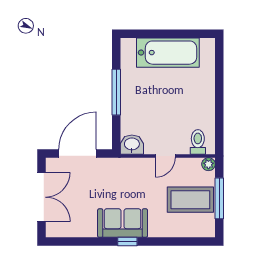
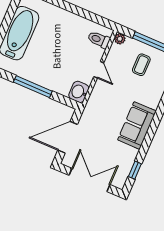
door: (78, 153) -> (68, 137), hinge flipped
coffee table: (190, 200) -> (141, 65), width x0.54, depth x0.58
window: (127, 242) -> (135, 170), moved

